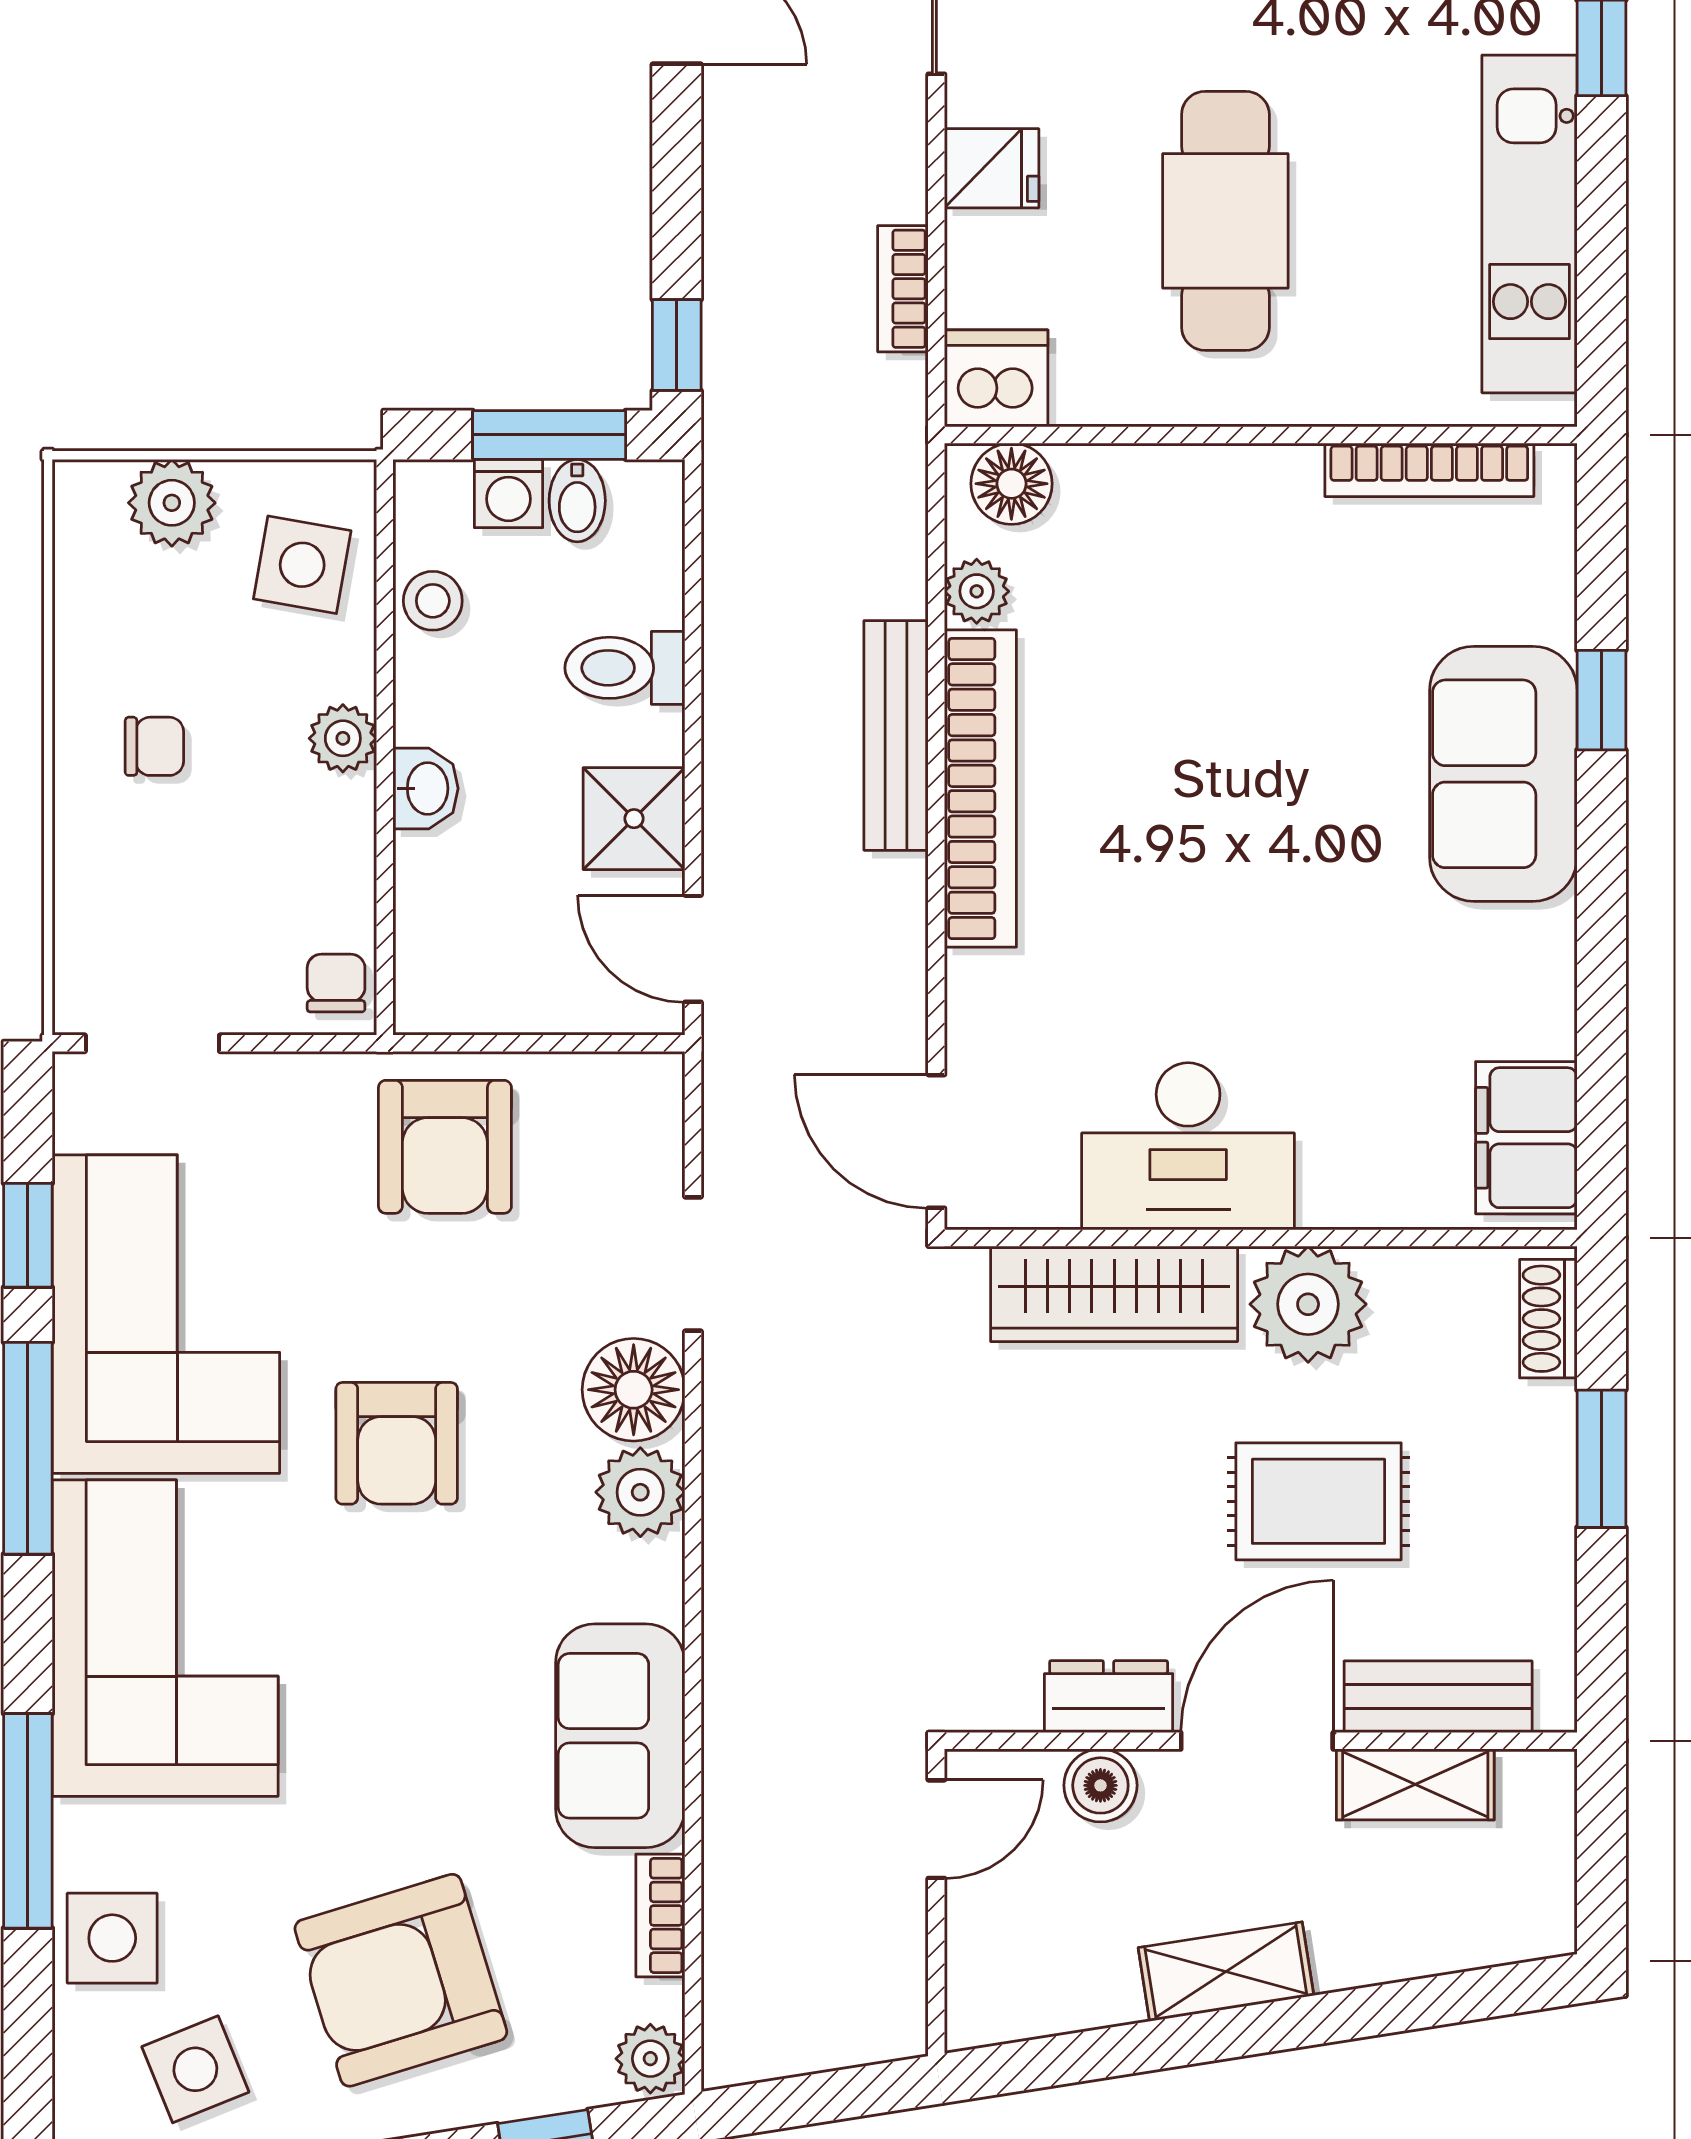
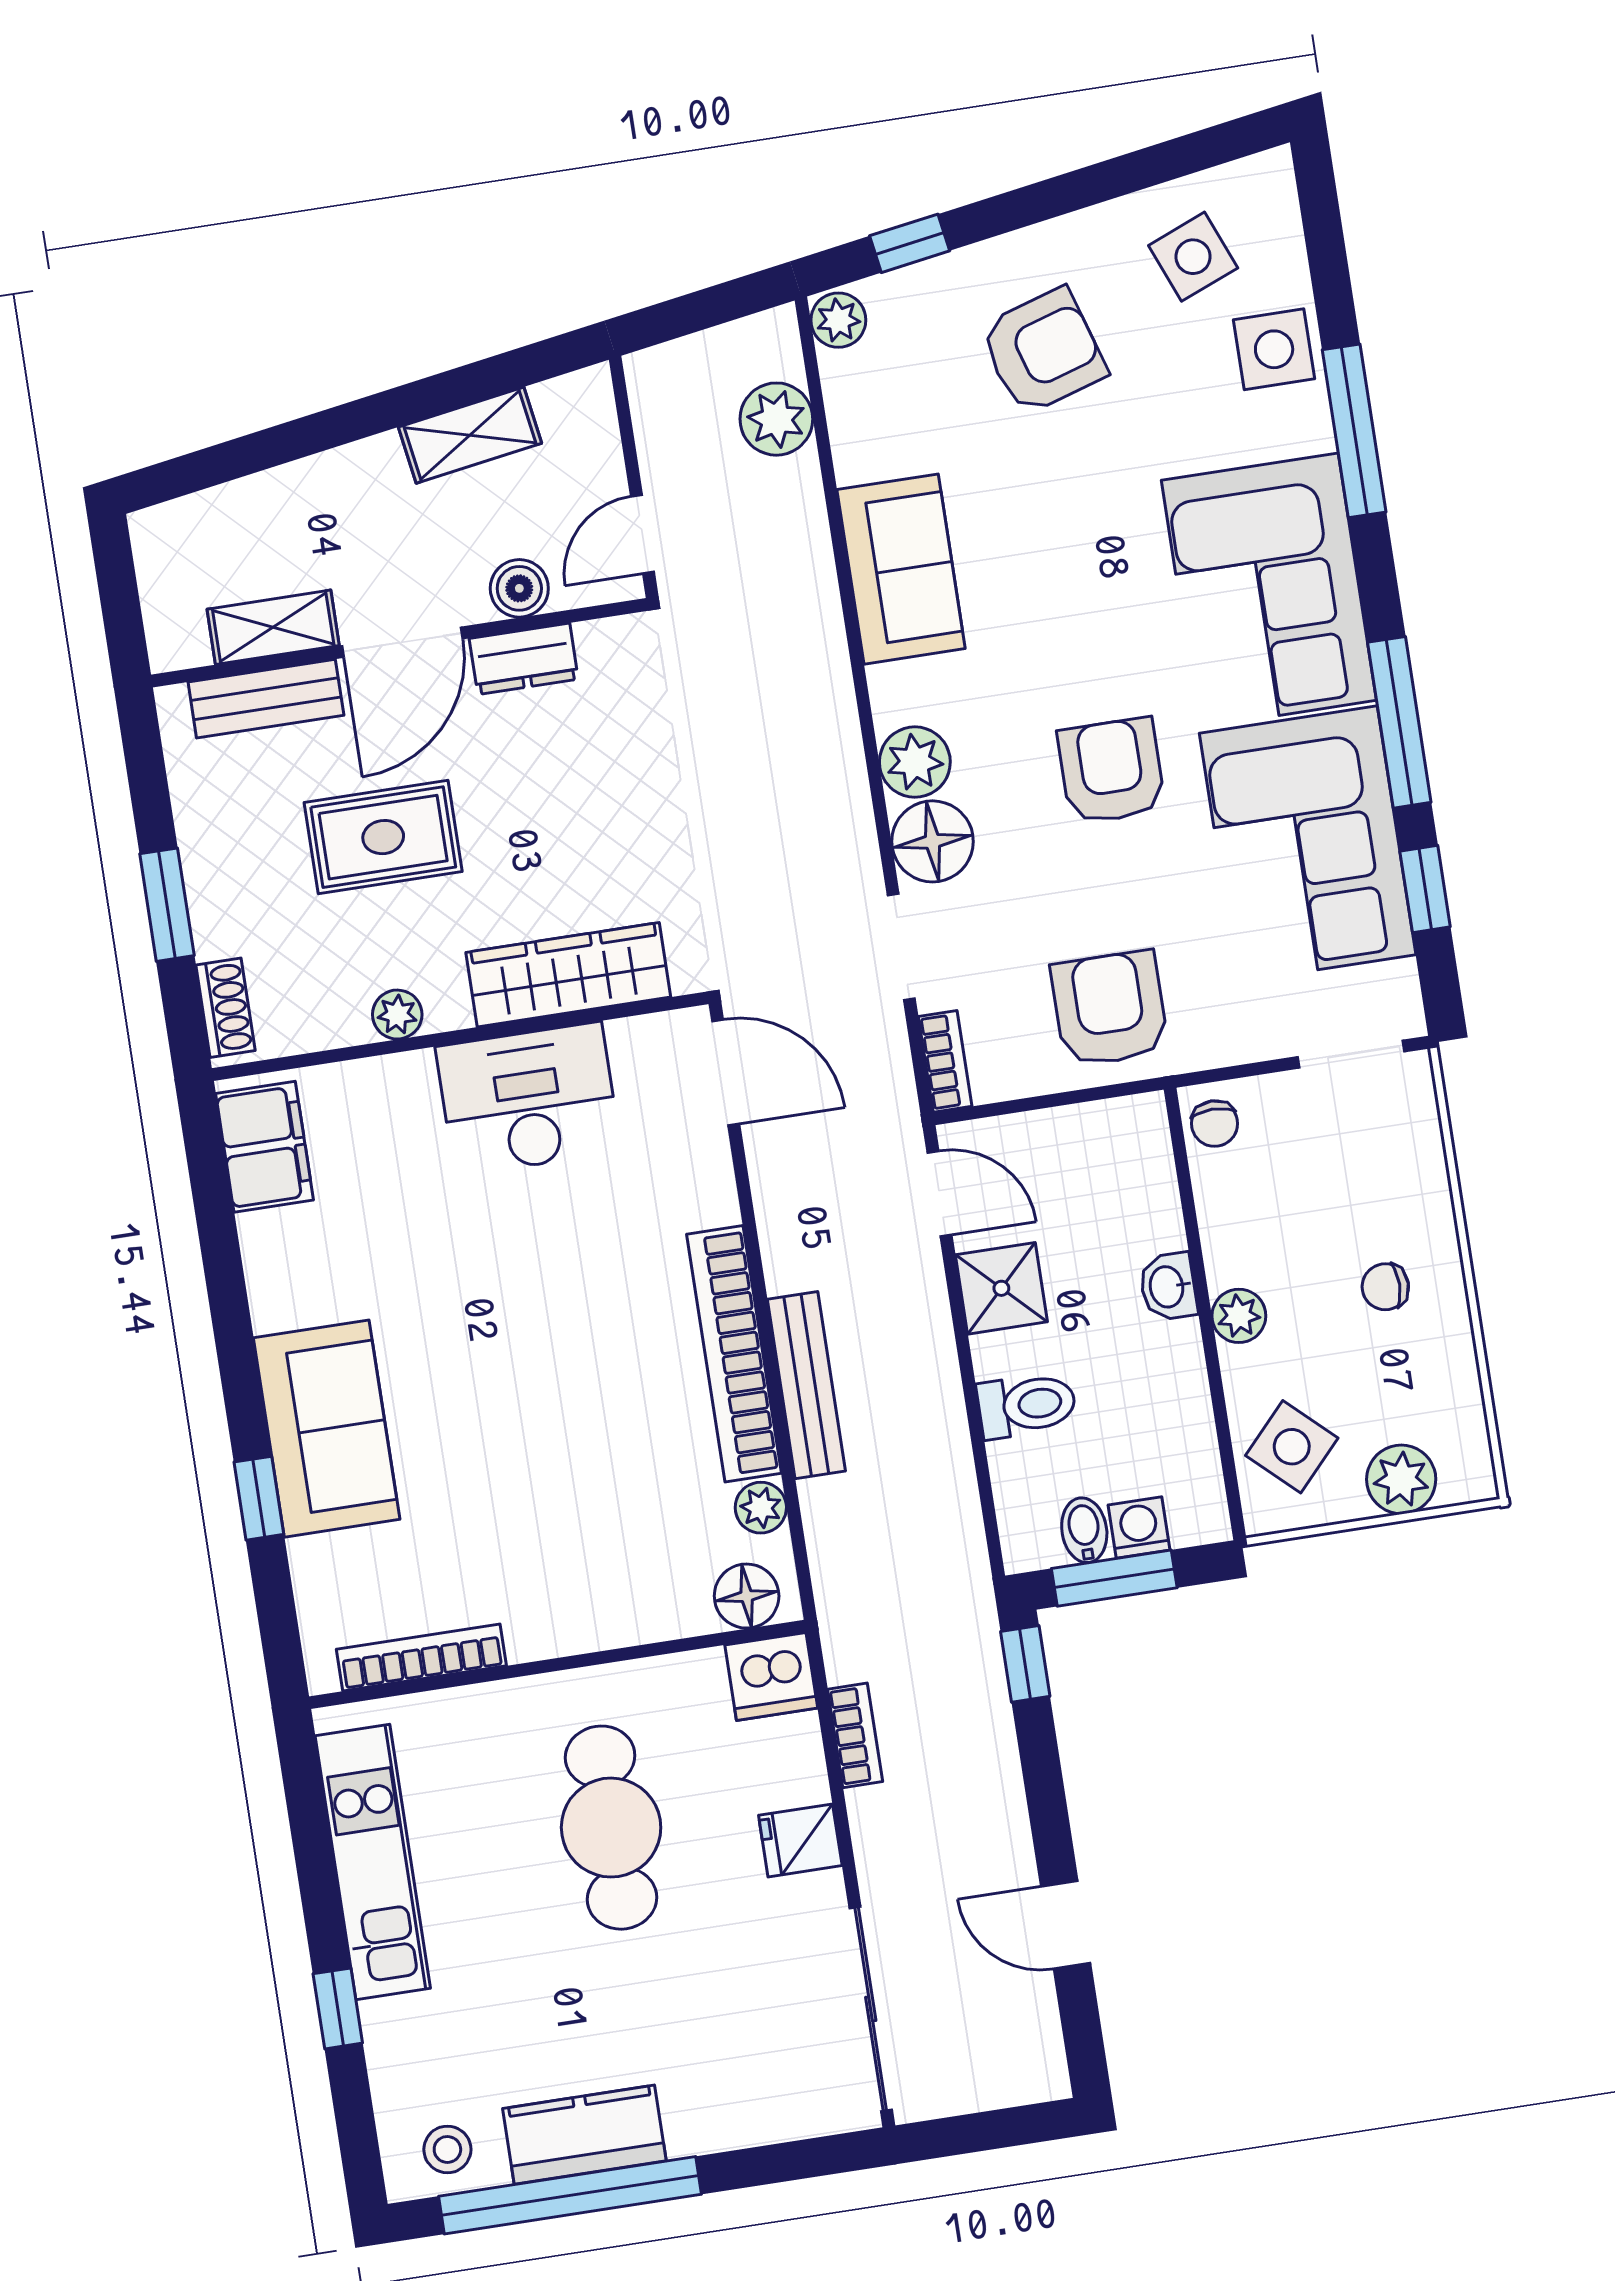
side table: (302, 565) -> (1292, 1447), turned 33
stool: (433, 601) -> (1185, 1434), removed
plant: (1308, 1304) -> (397, 1015), width x0.53, depth x0.53
bookcase: (660, 1915) -> (945, 1061), moved
plant: (747, 1947) -> (776, 419), added
shelving: (1226, 1972) -> (470, 435), moved
armchair: (401, 1980) -> (1043, 351), width x0.73, depth x0.73

